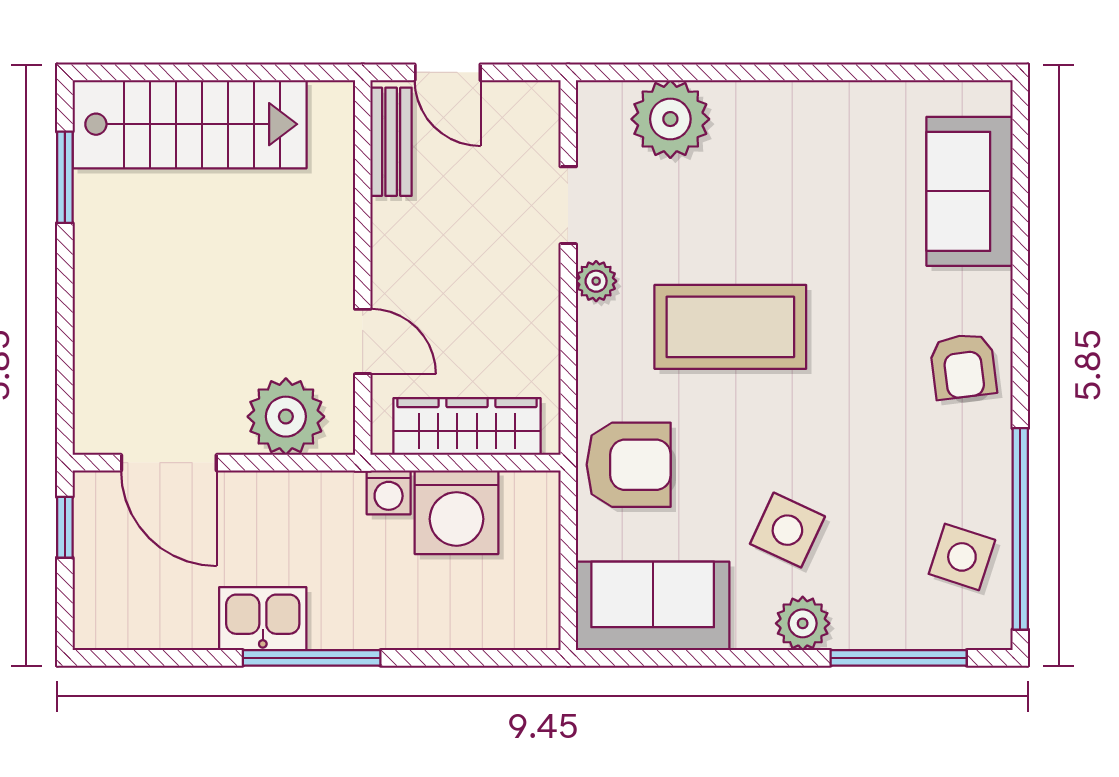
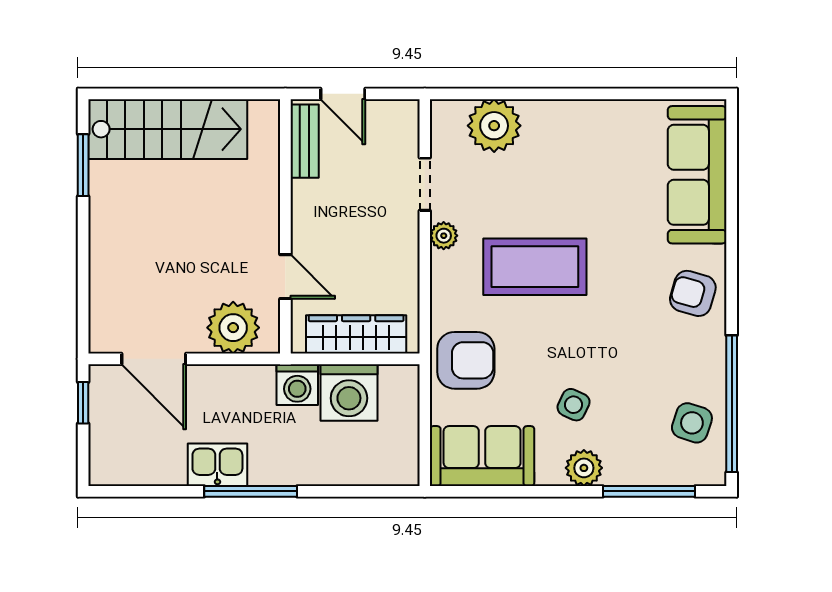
sofa: (969, 191) -> (697, 175), width x1.36
armchair: (963, 366) -> (693, 293), turned 113
washing machine: (389, 492) -> (297, 385), width x1.38, depth x1.38
side table: (787, 530) -> (574, 405), width x0.73, depth x0.73

